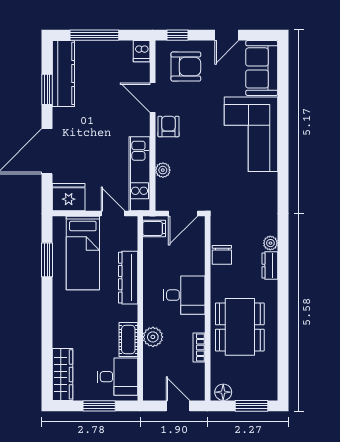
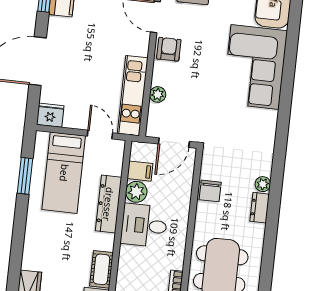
fridge: (69, 197) -> (50, 115), width x0.73, depth x0.75
filing cabinet: (154, 228) -> (140, 171), moved
desk: (184, 295) -> (144, 225), moved, turned 180
plant: (153, 337) -> (136, 192), moved

